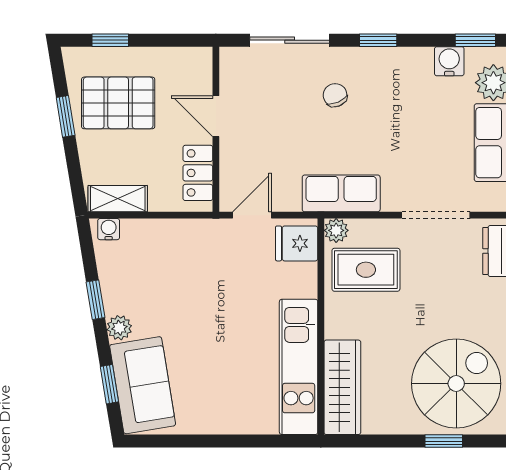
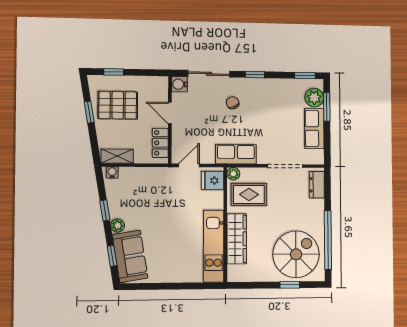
water cooler: (449, 61) -> (179, 84), moved, turned -90
wardrobe: (342, 387) -> (237, 239), moved

